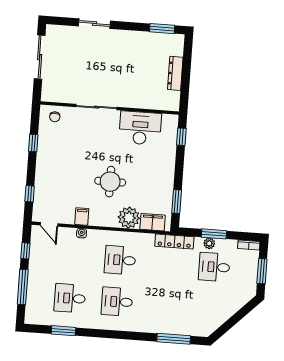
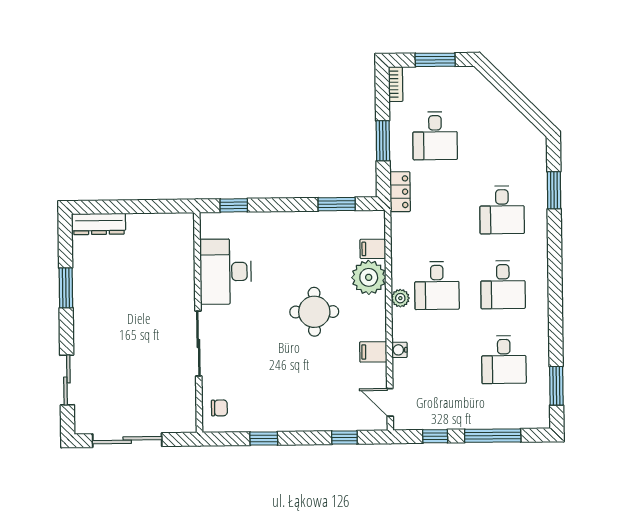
sliding door: (94, 24) -> (67, 380), moved
window: (162, 29) -> (66, 288), moved
dresser: (175, 73) -> (99, 224), moved
filing cabinet: (153, 222) -> (373, 249), width x0.50
door: (49, 224) -> (390, 402), swing flipped
locker: (174, 242) -> (400, 192), width x0.66
plant: (209, 243) -> (400, 298), moved
desk: (164, 305) -> (502, 210), added
window: (63, 331) -> (556, 386), moved
window: (174, 339) -> (554, 190), width x0.69

